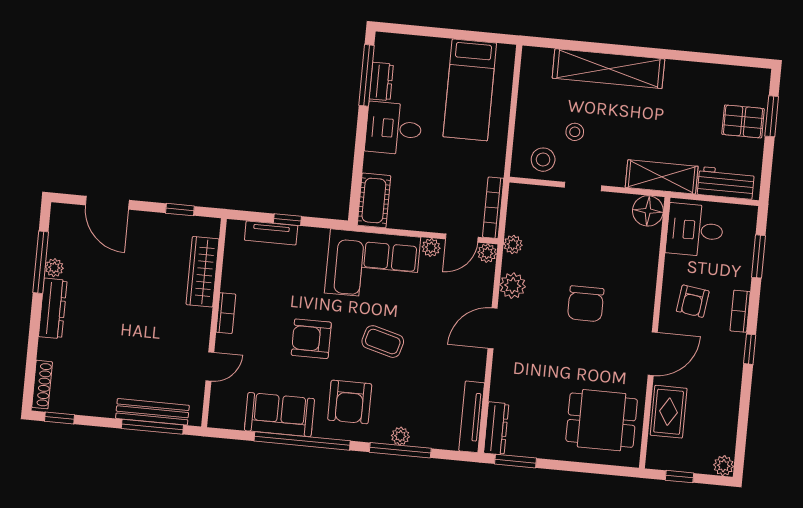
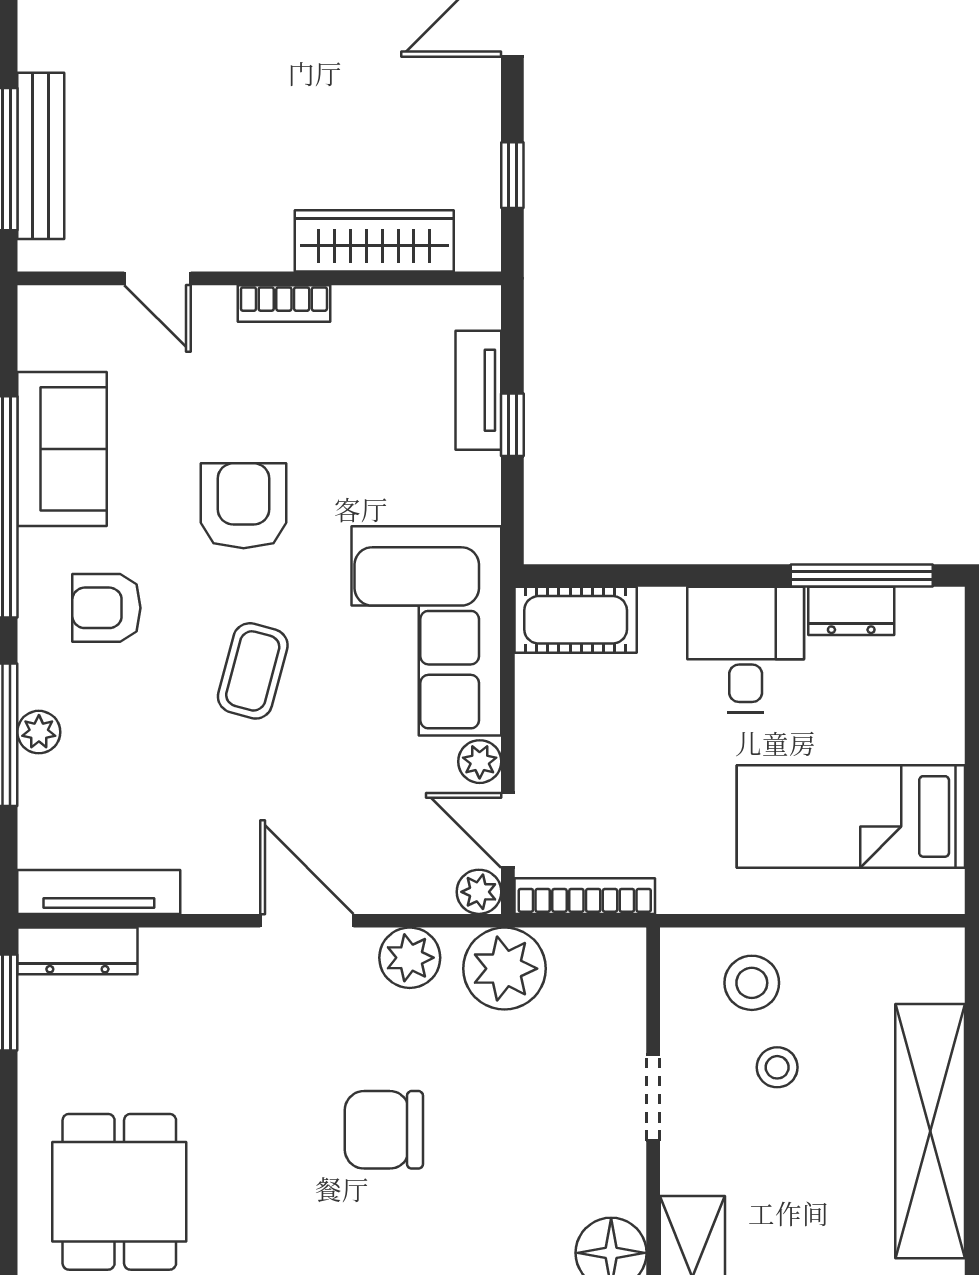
stool: (543, 160) -> (752, 983), moved
plant: (513, 244) -> (504, 969), width x1.88, depth x1.88
armchair: (350, 402) -> (106, 608), width x0.72, depth x0.72

